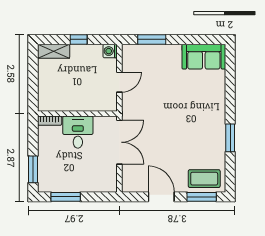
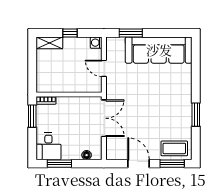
sofa: (204, 57) -> (159, 50), width x1.85, depth x1.27
door: (119, 82) -> (104, 68), swing flipped
desk: (78, 132) -> (48, 146), moved, turned 180
window: (33, 169) -> (32, 116), moved
floor lamp: (98, 187) -> (87, 155), added

